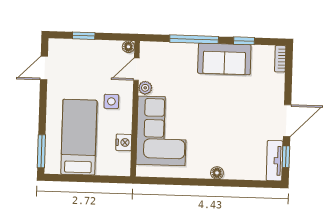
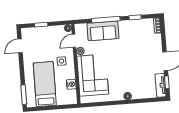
sofa: (224, 59) -> (103, 31), moved

